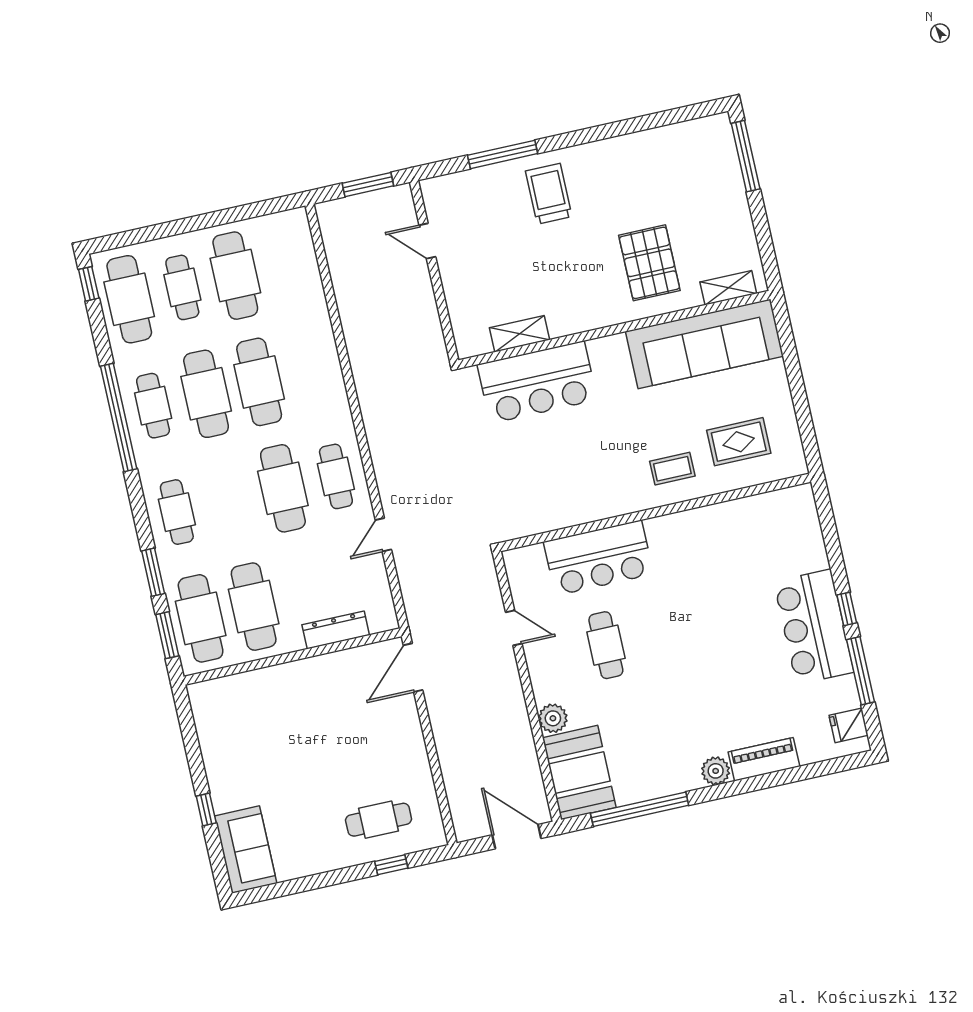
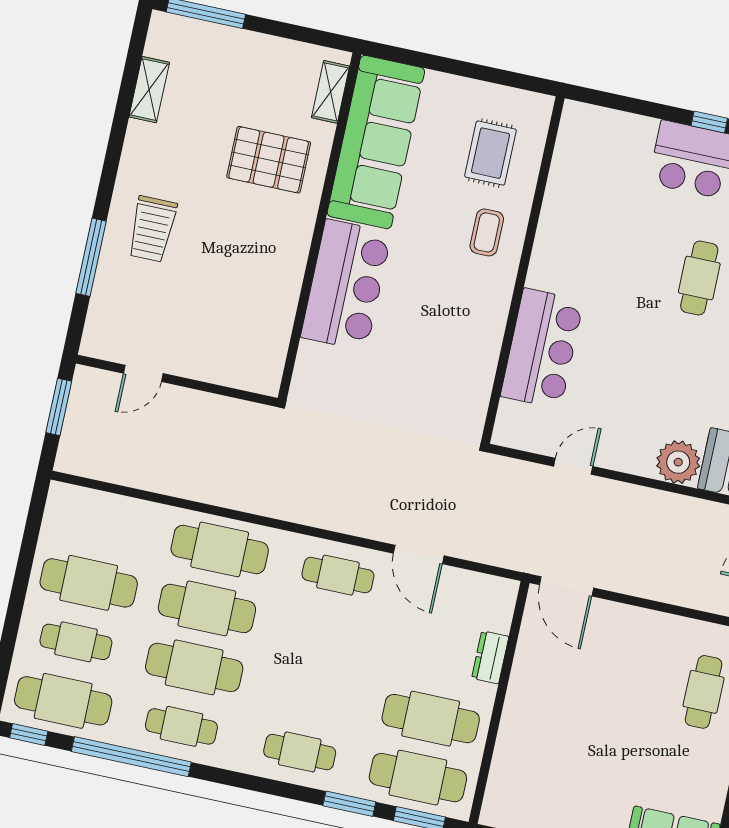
trolley: (549, 194) -> (152, 229), turned -90
shelving: (520, 334) -> (149, 90), moved
bar counter: (537, 382) -> (346, 285), moved
window: (119, 417) -> (131, 757), moved
cafe table: (283, 488) -> (220, 549), moved
door: (383, 535) -> (419, 554), width x1.38
dresser: (336, 630) -> (490, 657), width x0.70
cafe table: (606, 645) -> (699, 278), moved, turned 90
plant: (553, 718) -> (678, 462), width x1.36, depth x1.36

